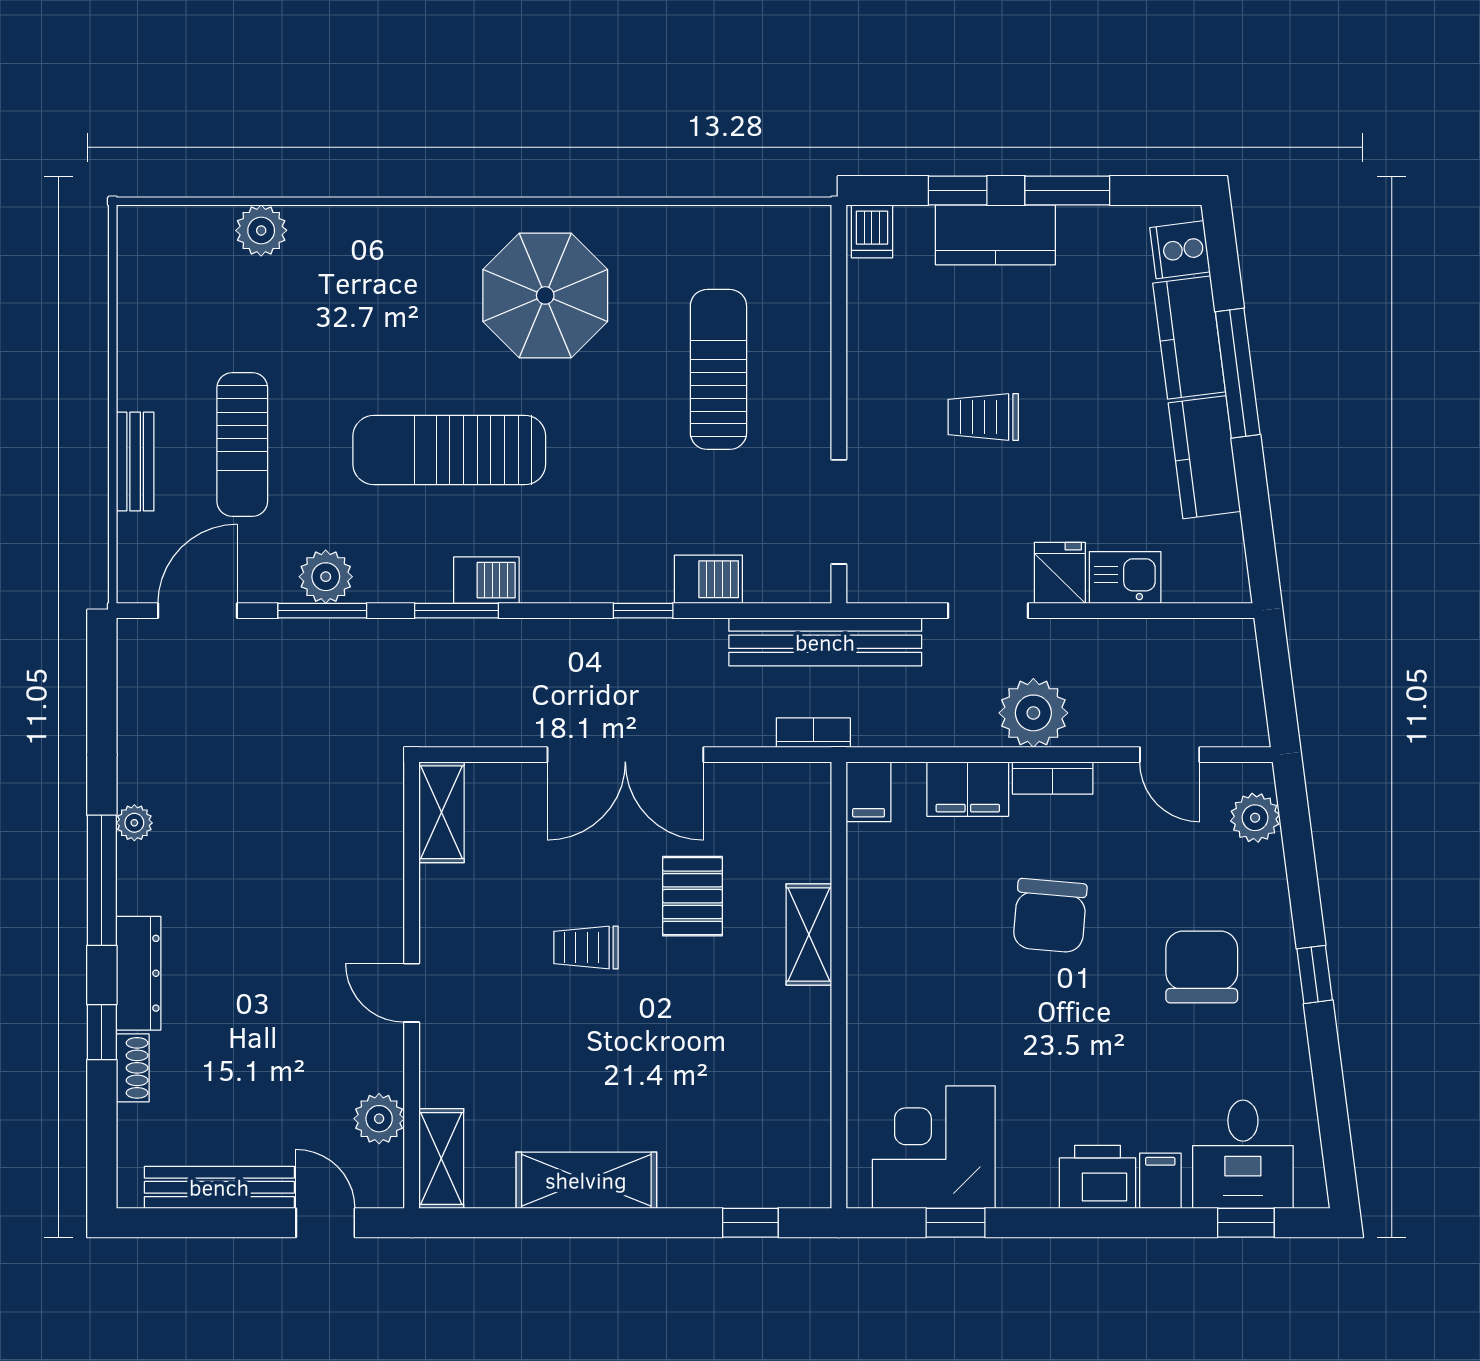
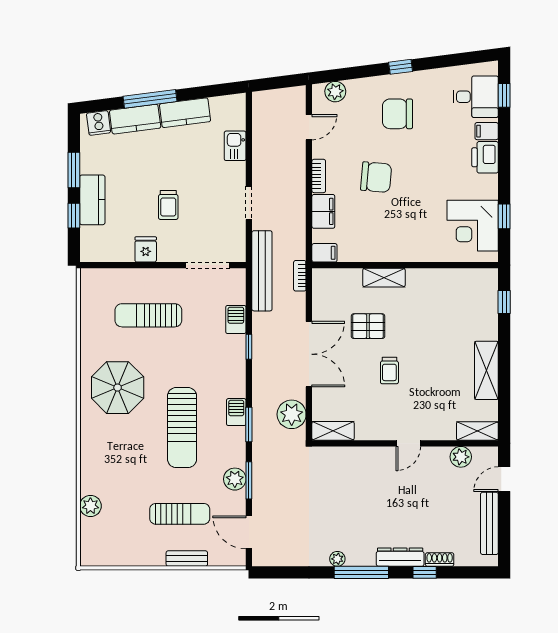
dishwasher: (872, 231) -> (91, 251), removed
fridge: (1060, 573) -> (146, 249), moved, turned 90
plant: (1033, 713) -> (292, 414), moved

